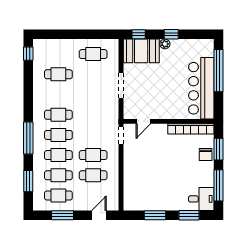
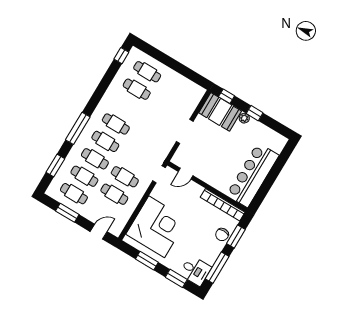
cafe table: (93, 54) -> (147, 72), moved
window: (218, 71) -> (277, 169), removed
corner desk: (146, 181) -> (157, 227), added

